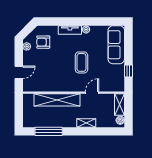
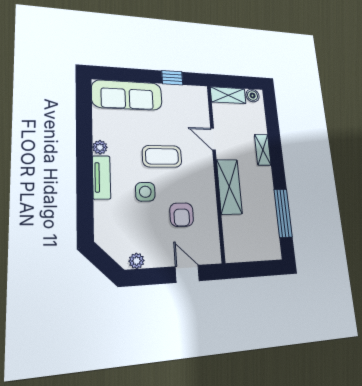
armchair: (43, 42) -> (182, 215), moved
side table: (62, 52) -> (145, 192), added
shelving: (57, 100) -> (229, 187), width x0.68

